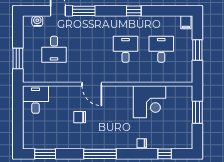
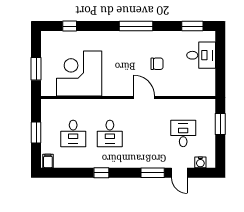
desk: (36, 100) -> (201, 55), moved, turned -90
corner desk: (150, 102) -> (79, 74), width x1.36, depth x1.36
chair: (142, 143) -> (93, 37), removed

